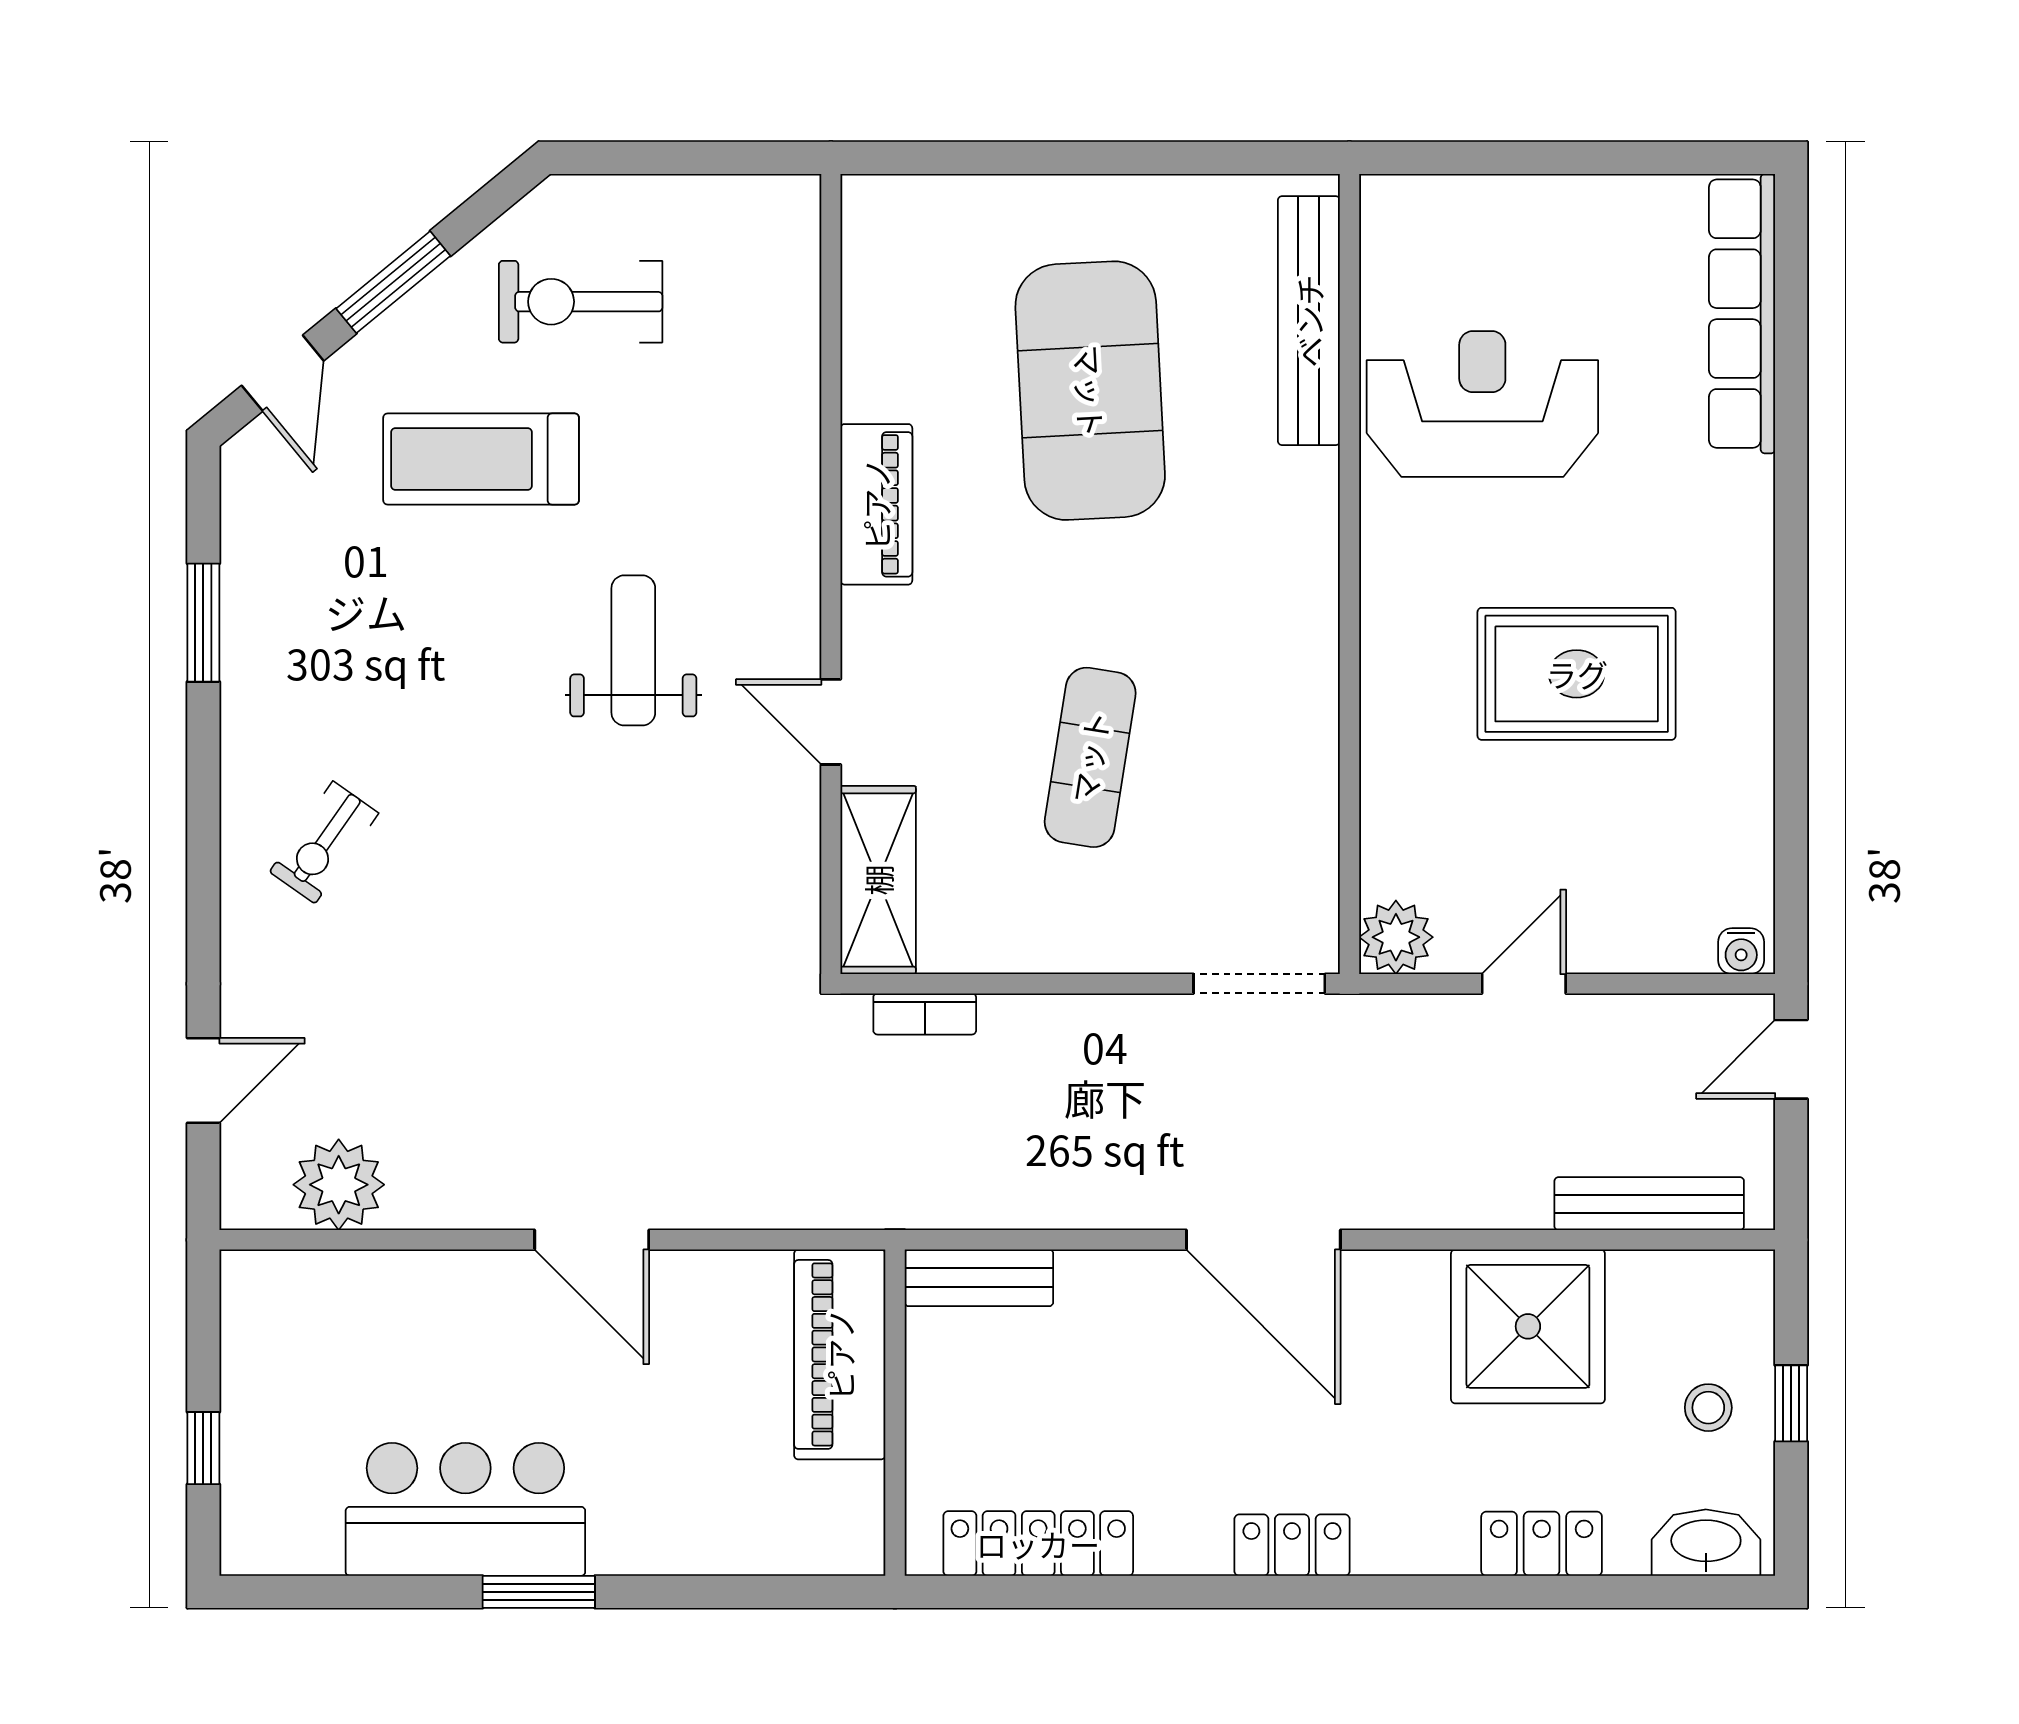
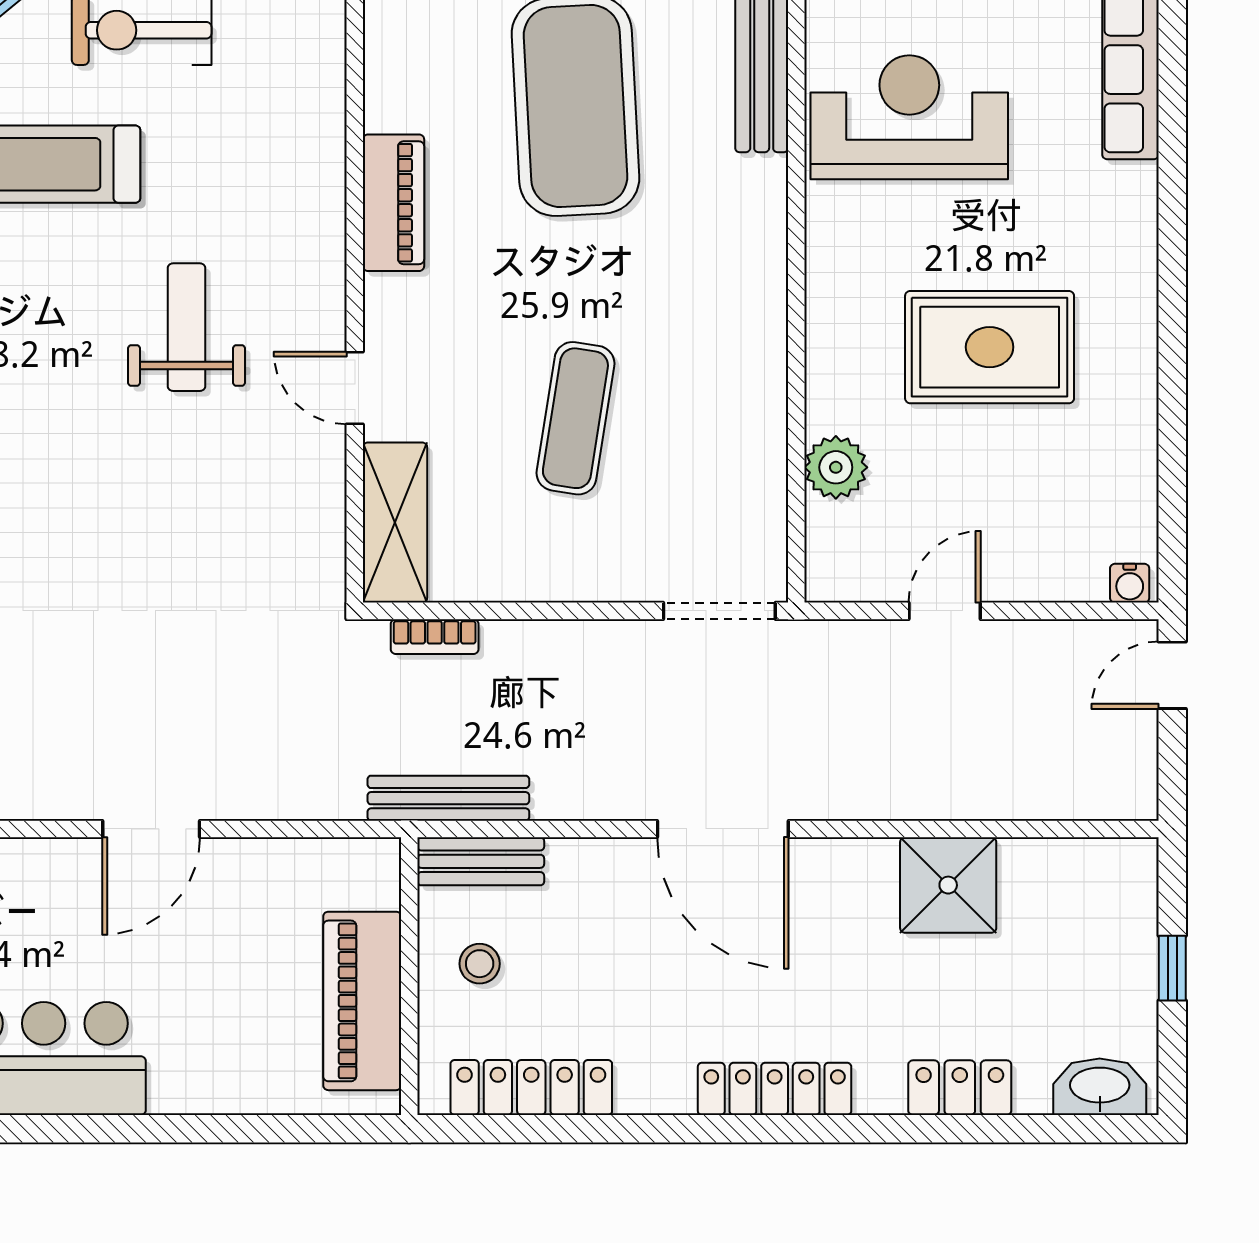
plant: (1396, 937) -> (836, 467), moved
bench: (1649, 1204) -> (448, 798), moved
door: (592, 1240) -> (151, 829), hinge flipped
shower: (1528, 1326) -> (948, 885), width x0.73, depth x0.73
piano: (840, 1354) -> (362, 1001), moved
stool: (1708, 1408) -> (480, 964), moved
locker: (1292, 1545) -> (775, 1089), width x1.53
window: (539, 1592) -> (106, 1129), removed

